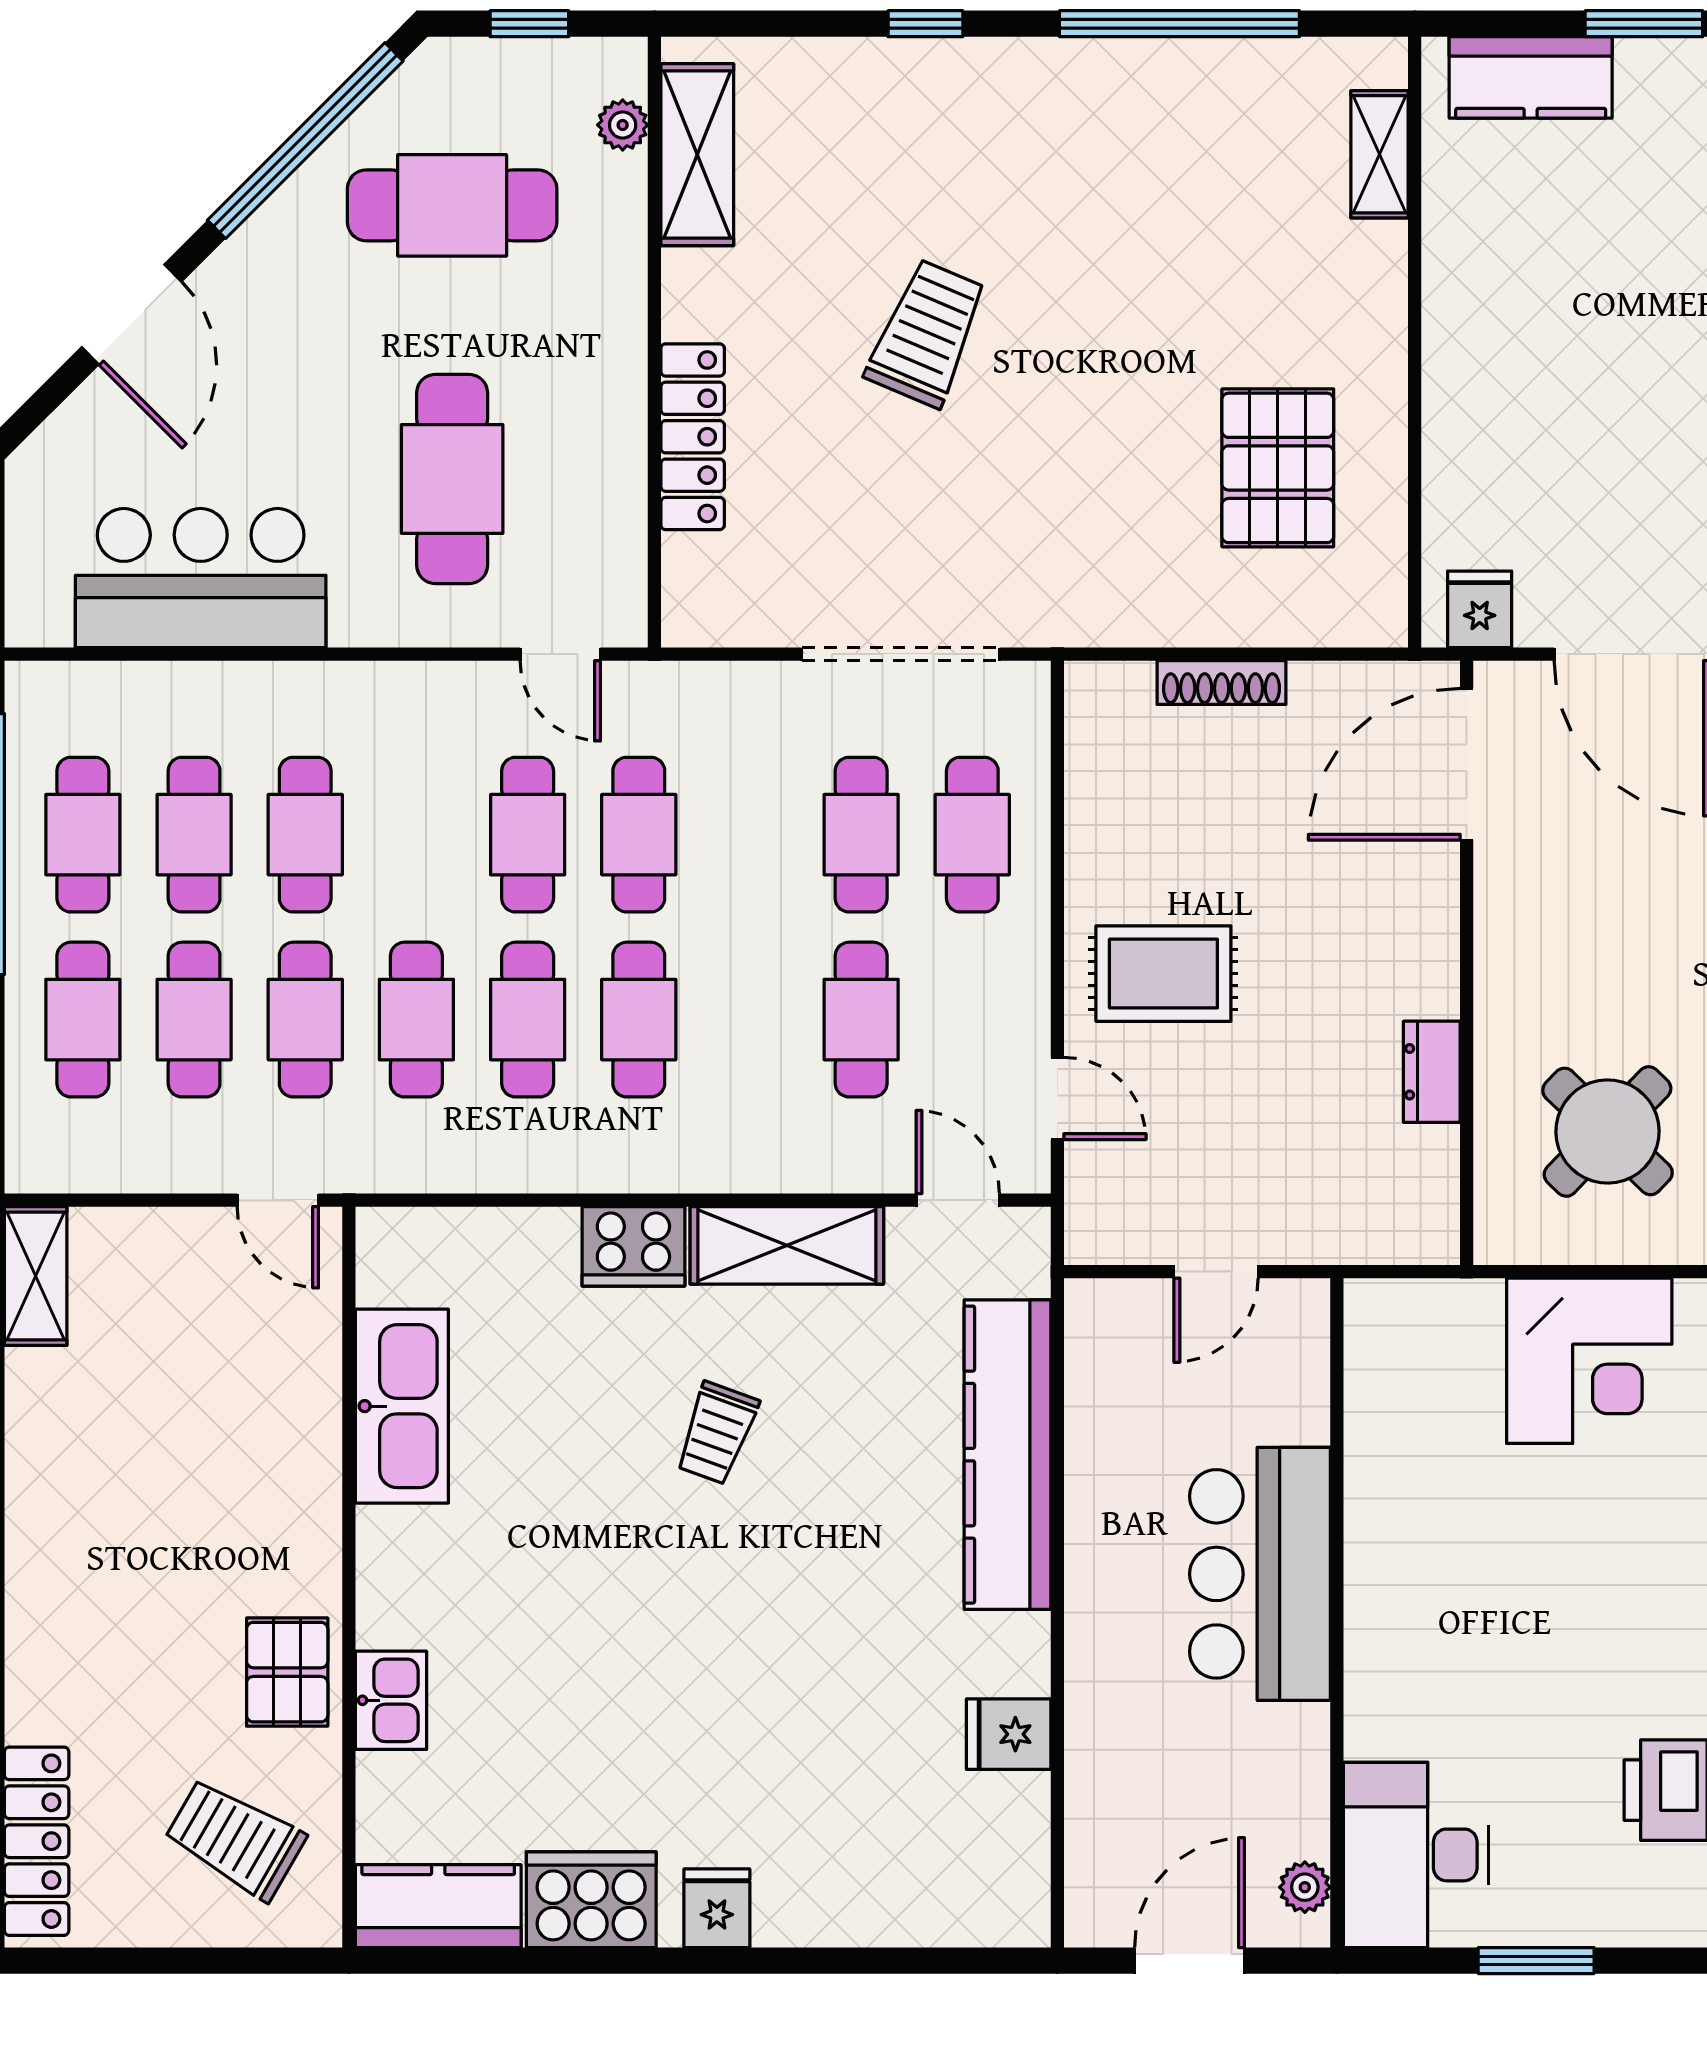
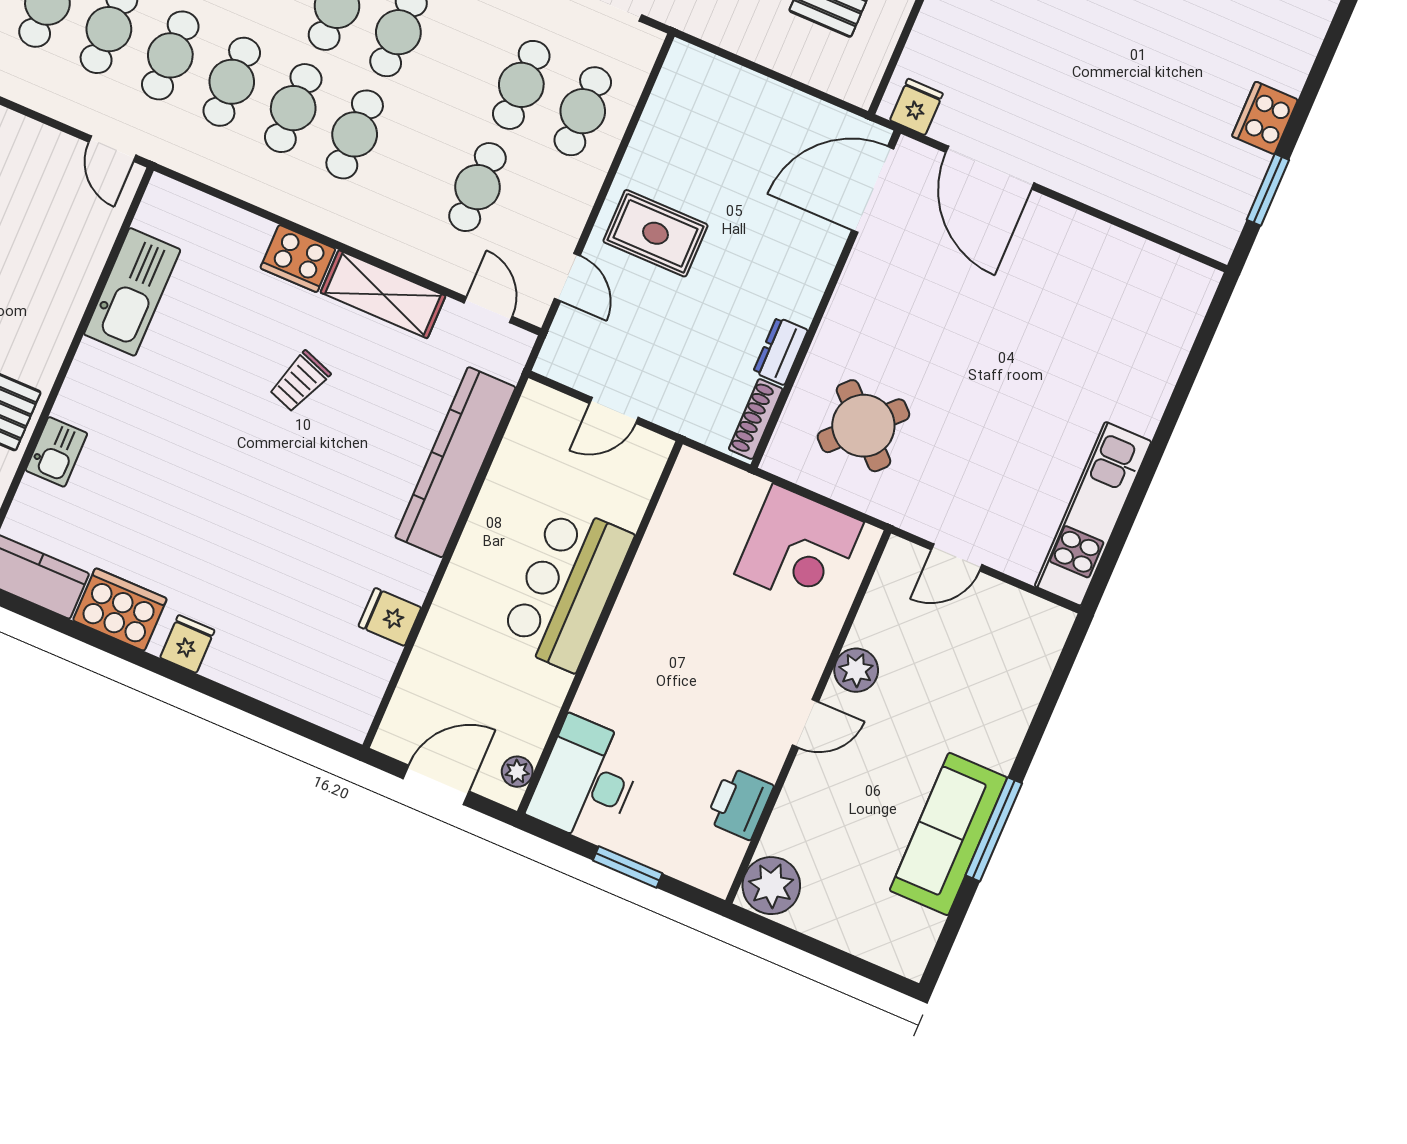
shoe rack: (1222, 683) -> (756, 419), moved, turned 90

